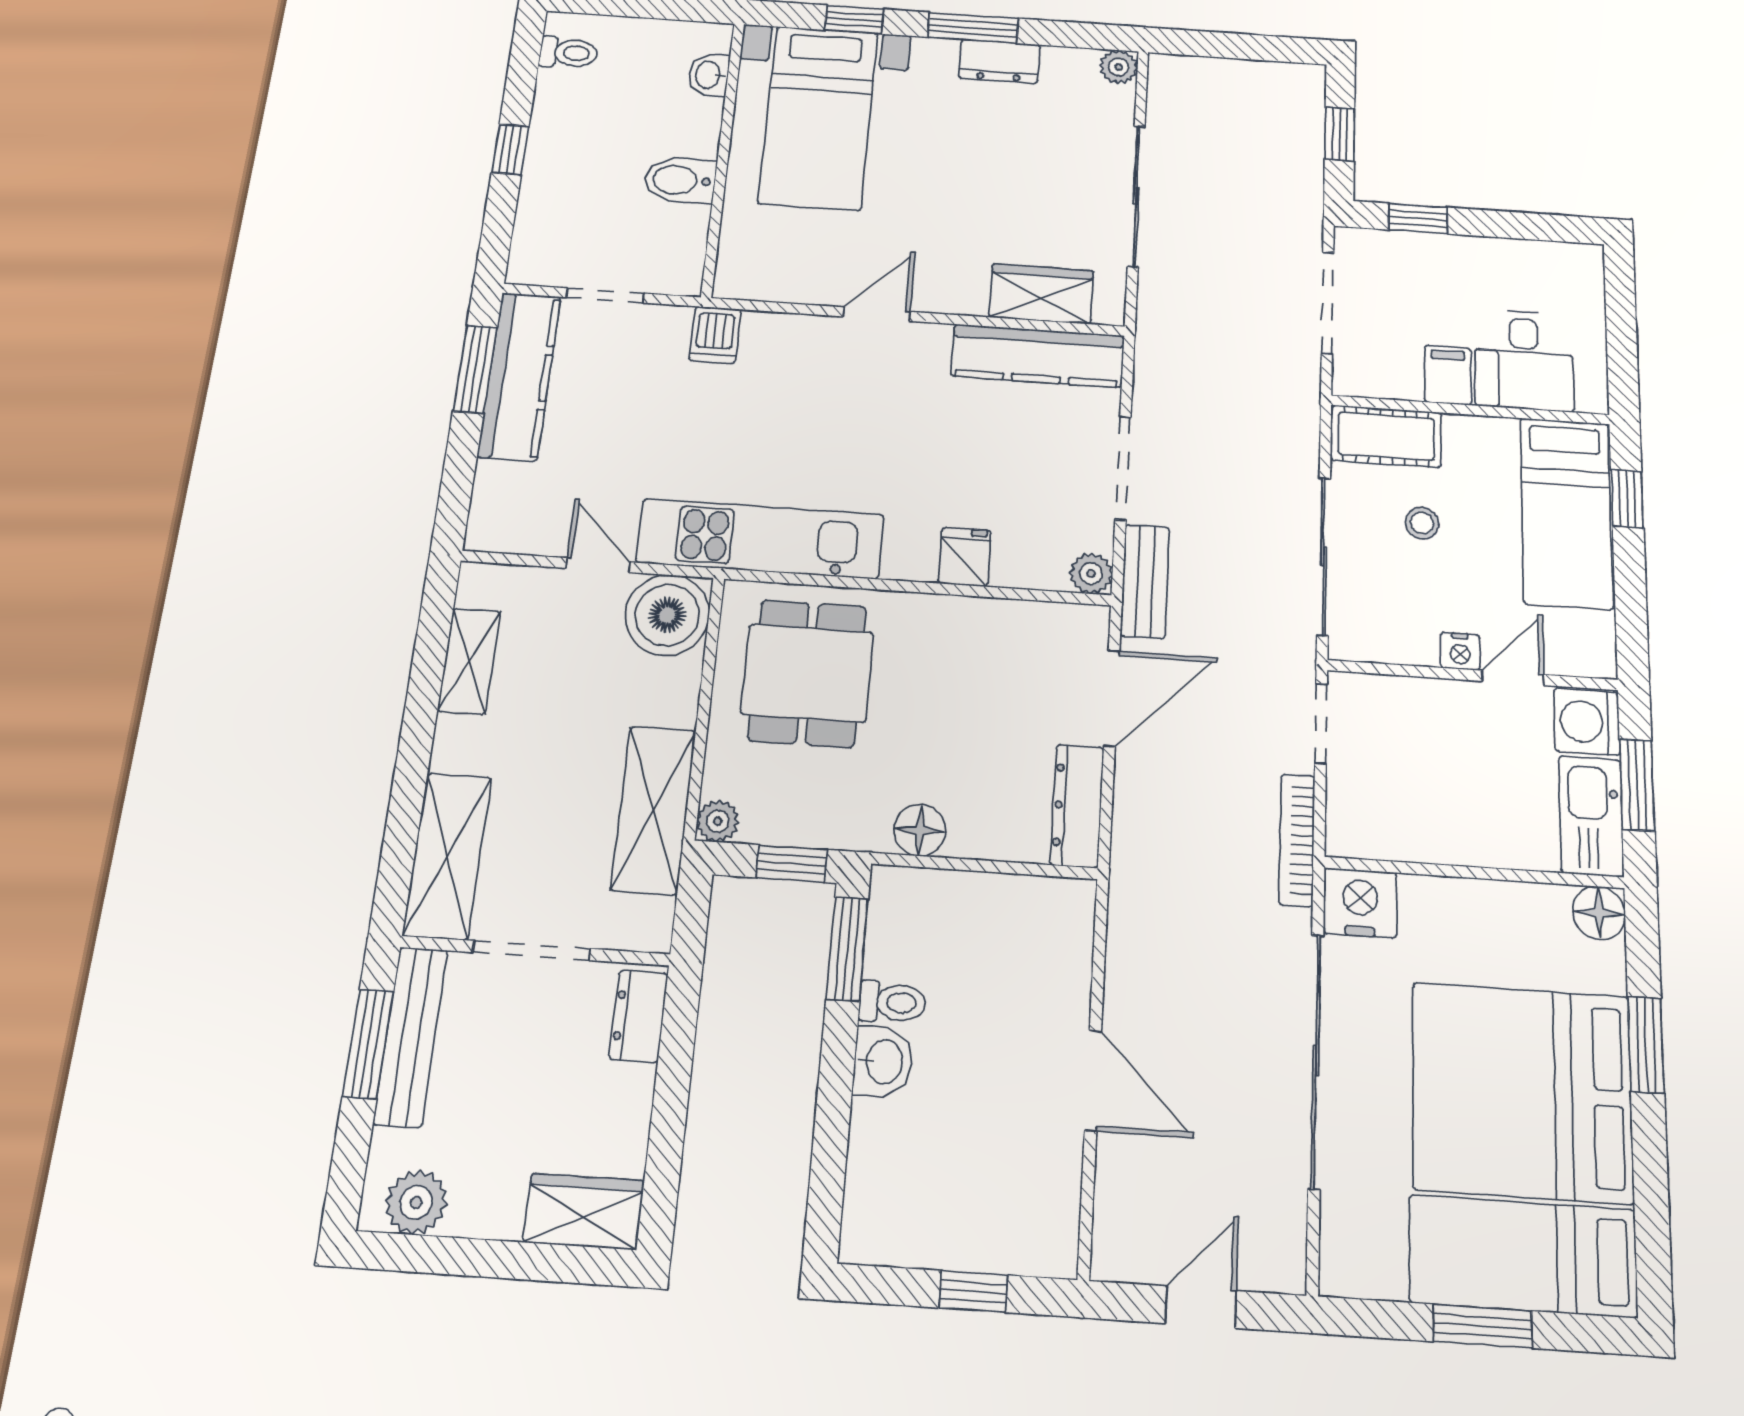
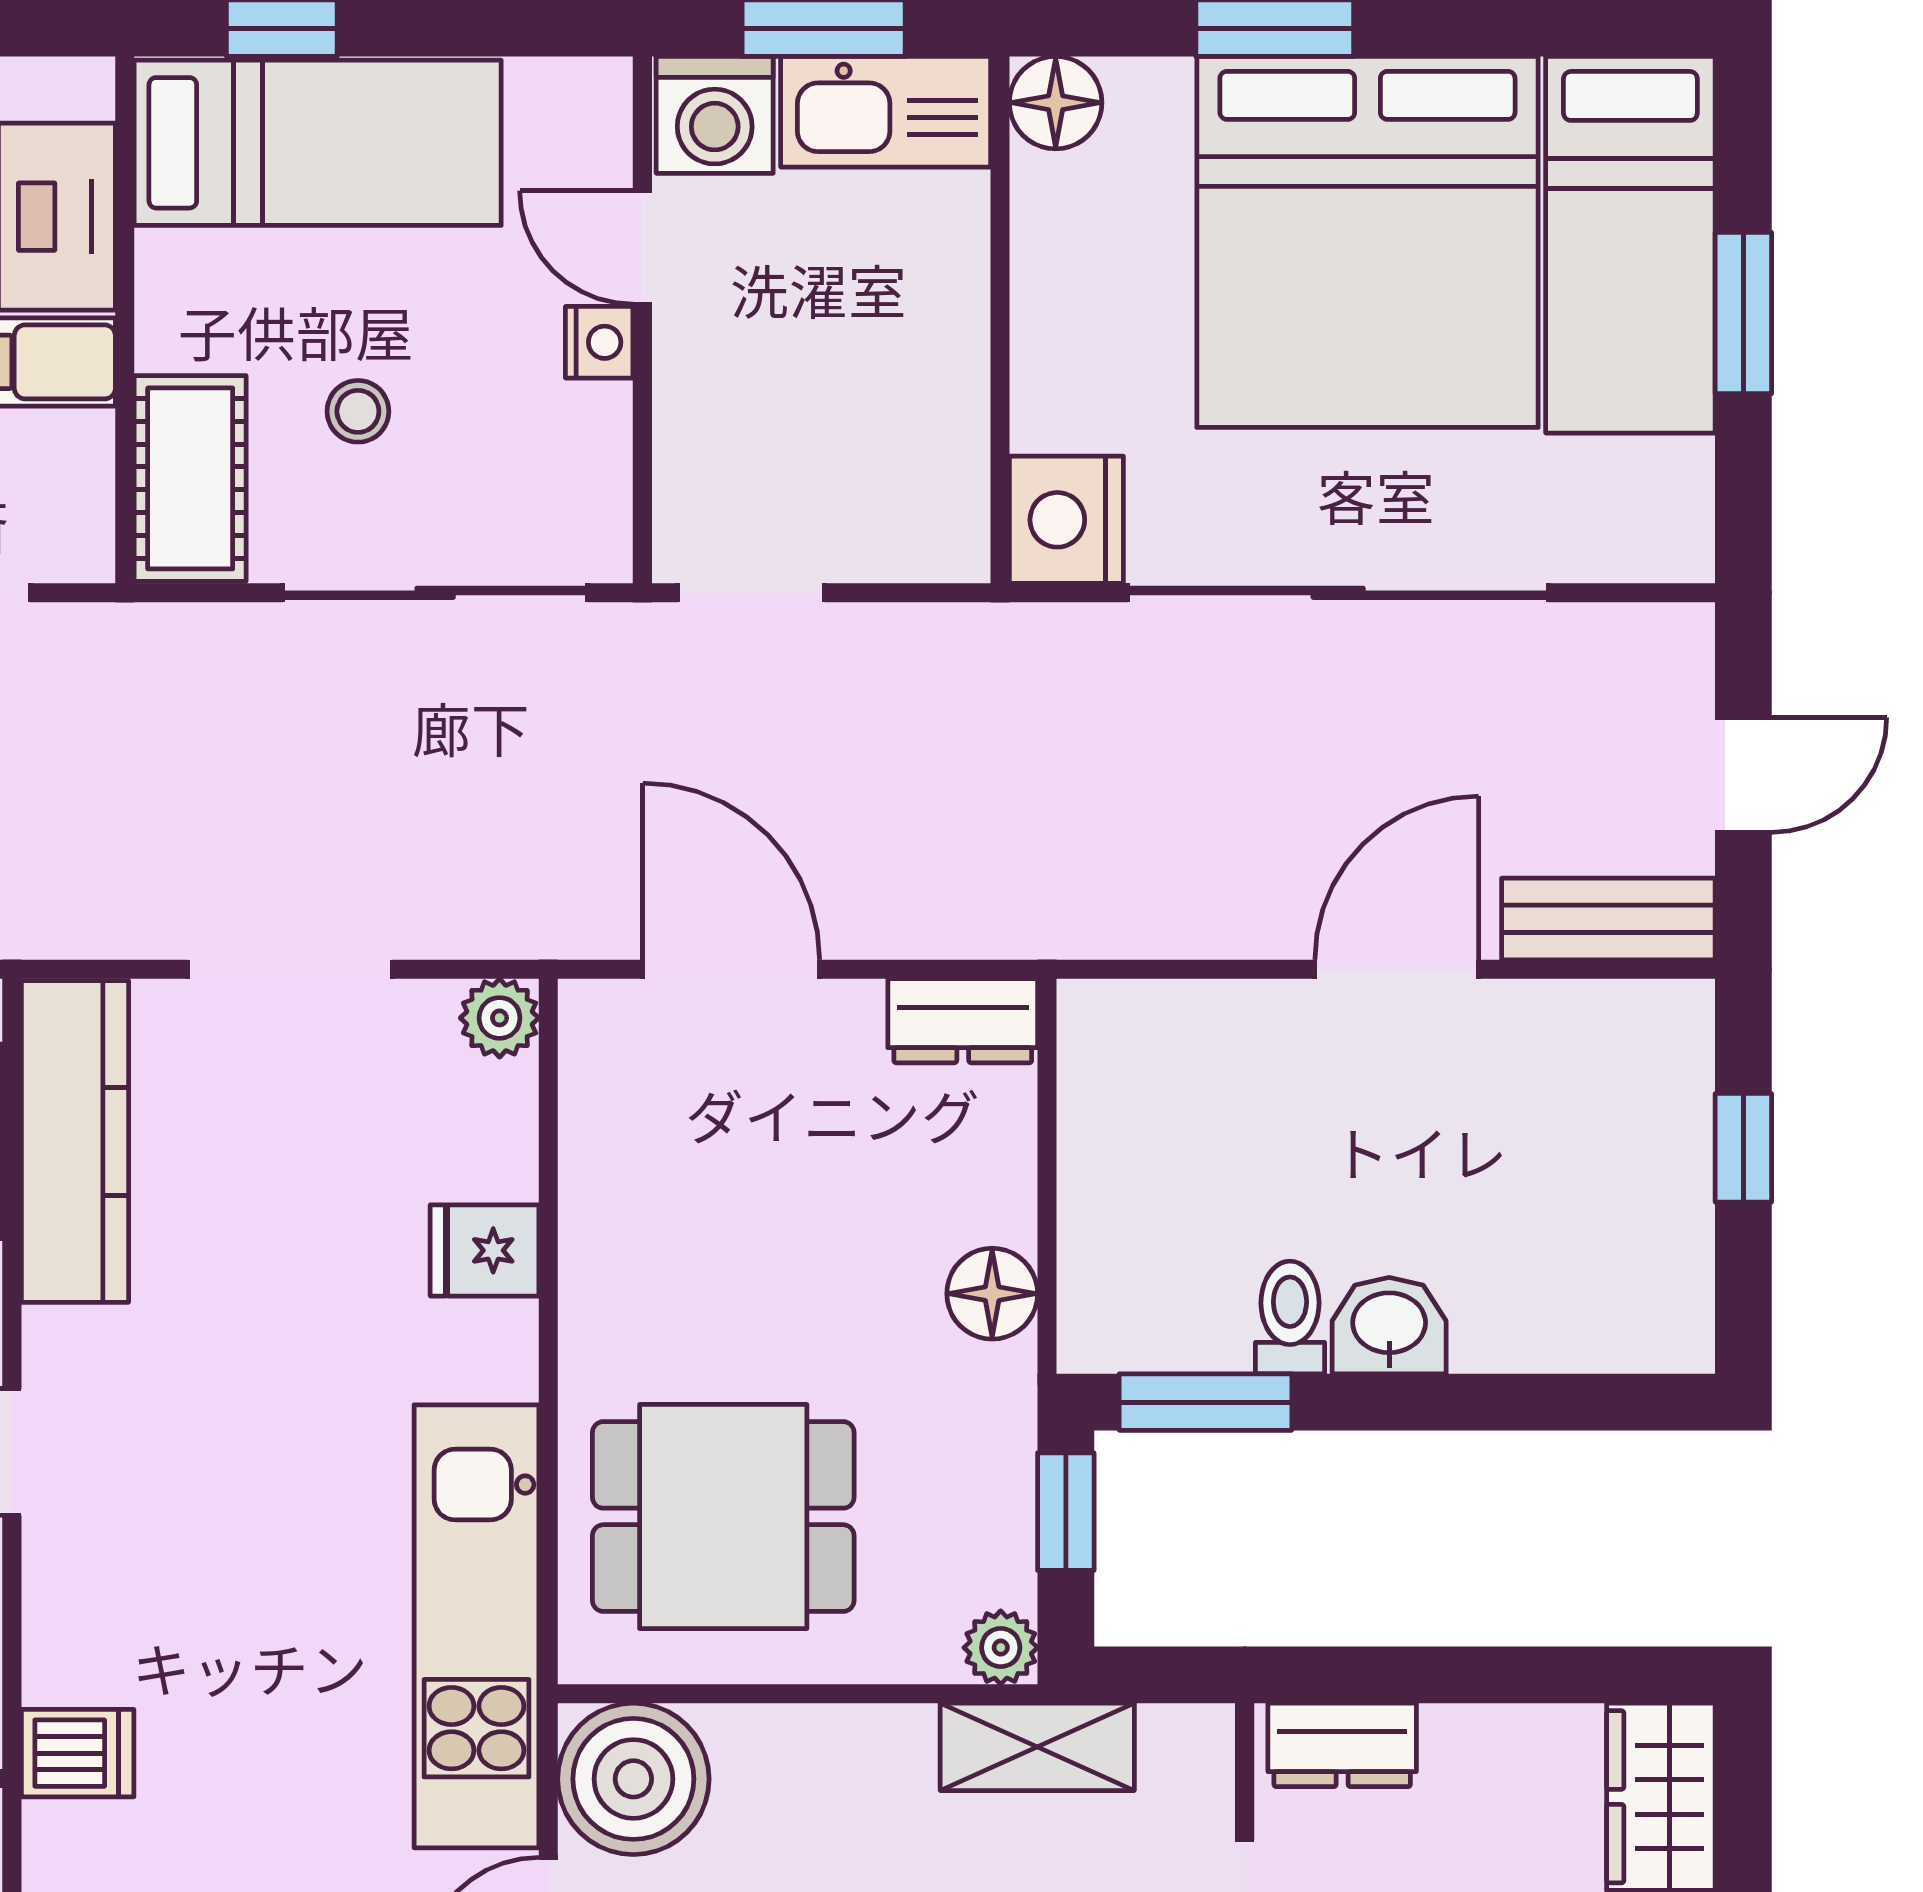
bench: (1145, 581) -> (1608, 919), moved
dresser: (1077, 806) -> (963, 1021), width x0.70
shelving: (654, 810) -> (1037, 1747), width x0.67, depth x0.75
bookcase: (1297, 840) -> (964, 632), removed
door: (1201, 1307) -> (1743, 775), swing flipped

